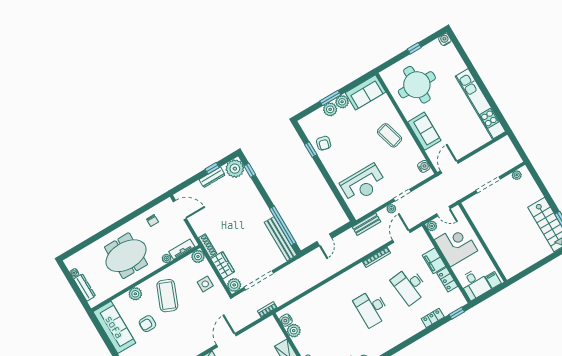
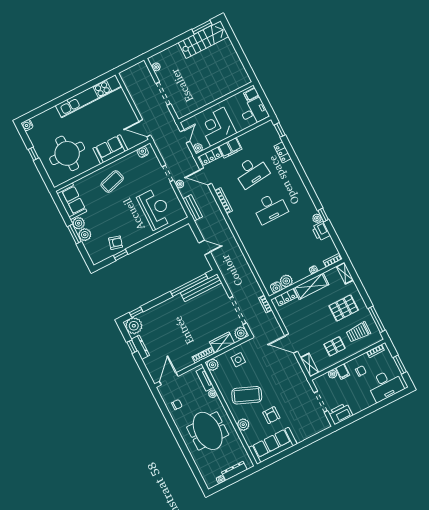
locker: (447, 280) -> (211, 156), moved
locker: (276, 331) -> (286, 297), added

